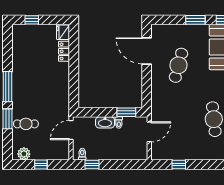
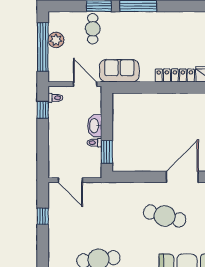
locker: (64, 51) -> (175, 75), width x1.53
sofa: (60, 102) -> (119, 71), added
door: (149, 132) -> (70, 180), moved
plant: (24, 154) -> (56, 40), moved
window: (41, 165) -> (43, 47), width x3.17

